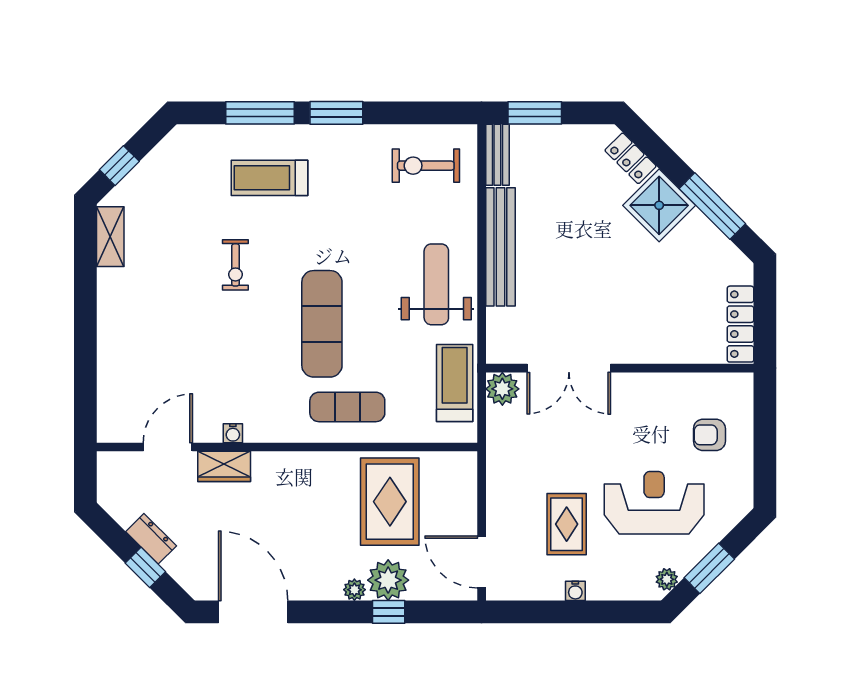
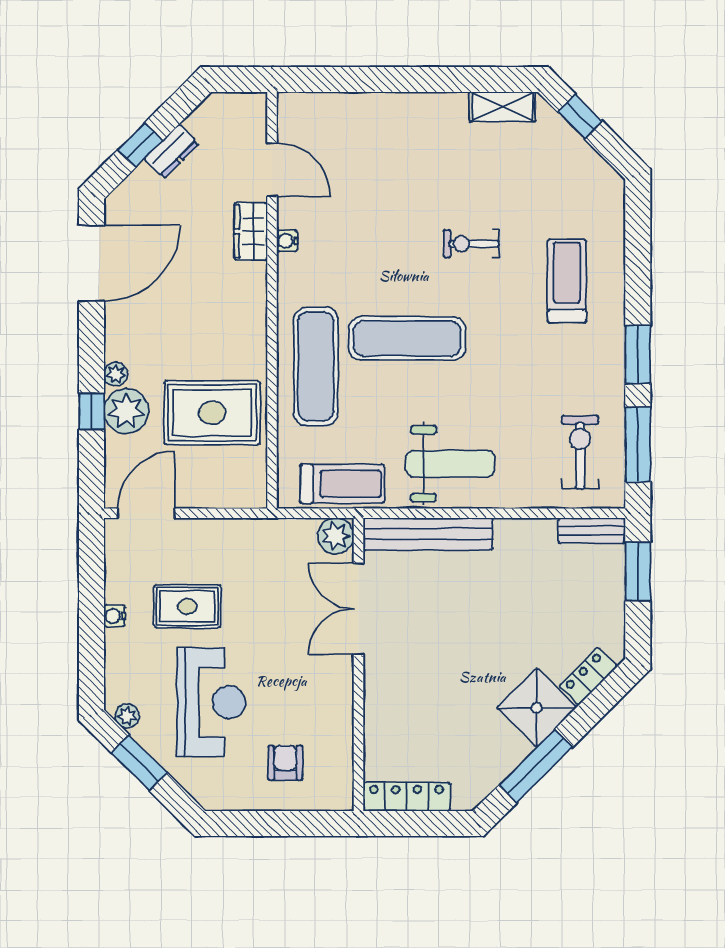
window: (260, 113) -> (638, 445), moved
bench: (500, 247) -> (428, 534), moved
exercise mat: (347, 407) -> (316, 366), width x1.36, depth x1.45

